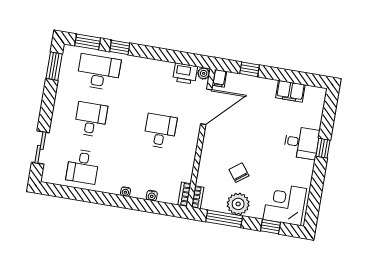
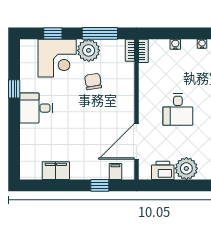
plant: (204, 73) -> (186, 168), moved, width x1.88, depth x1.88
filing cabinet: (219, 78) -> (115, 172), moved
desk: (302, 143) -> (36, 108), moved
window: (323, 148) -> (14, 89), moved
chair: (239, 173) -> (93, 82), turned -152
corner desk: (285, 204) -> (57, 58), moved

